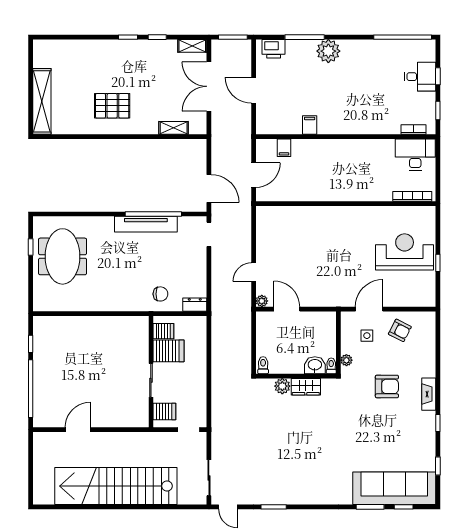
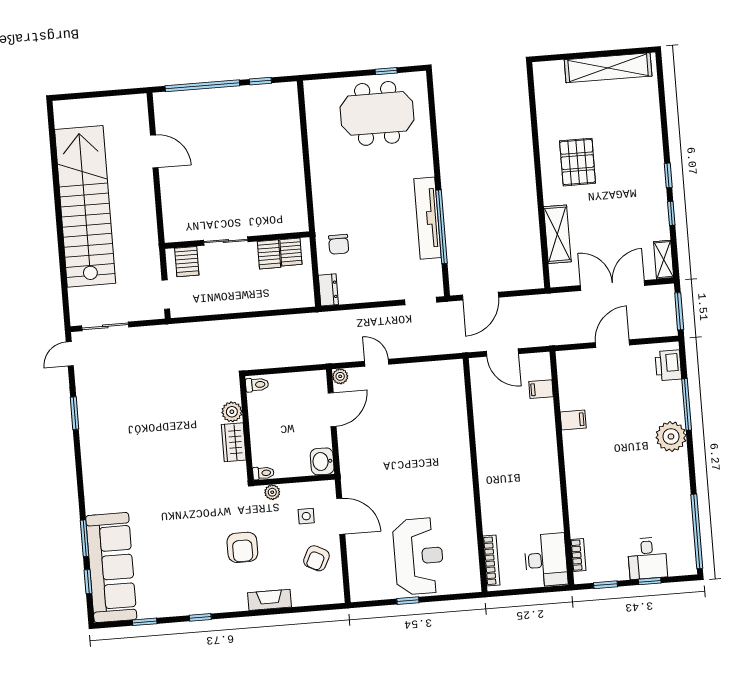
shelving: (42, 101) -> (608, 68), moved
shelving: (174, 128) -> (557, 234), width x1.50, depth x1.33
server rack: (169, 351) -> (269, 254), width x0.73, depth x0.70
washbasin: (315, 365) -> (322, 461), moved, turned 180
fireplace: (429, 394) -> (269, 600), moved

